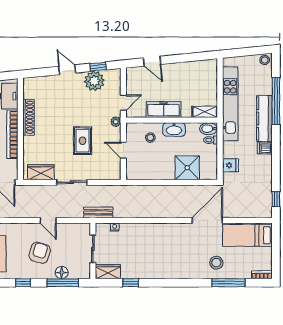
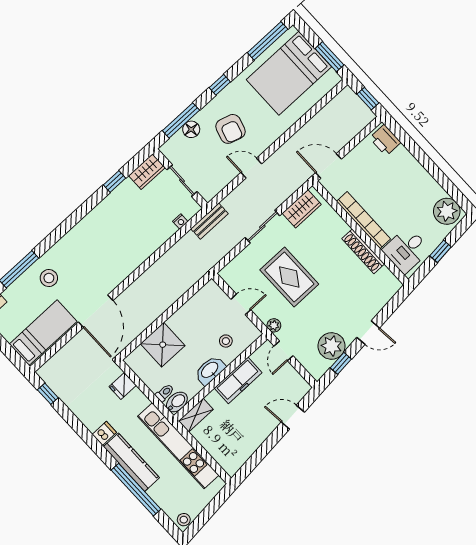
rug: (82, 141) -> (289, 277), width x1.36, depth x1.43

